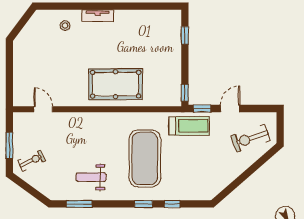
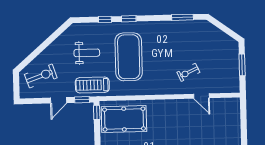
pool table: (116, 84) -> (124, 119), moved
door: (43, 109) -> (201, 96), moved
exercise bike: (32, 161) -> (188, 72), moved
weight bench: (91, 177) -> (87, 53), moved

